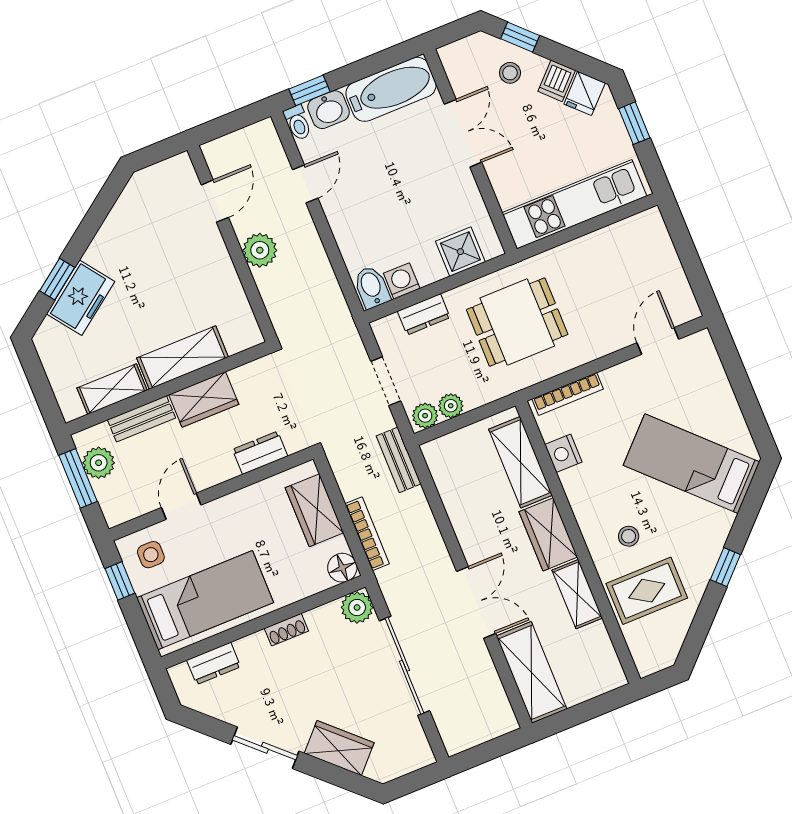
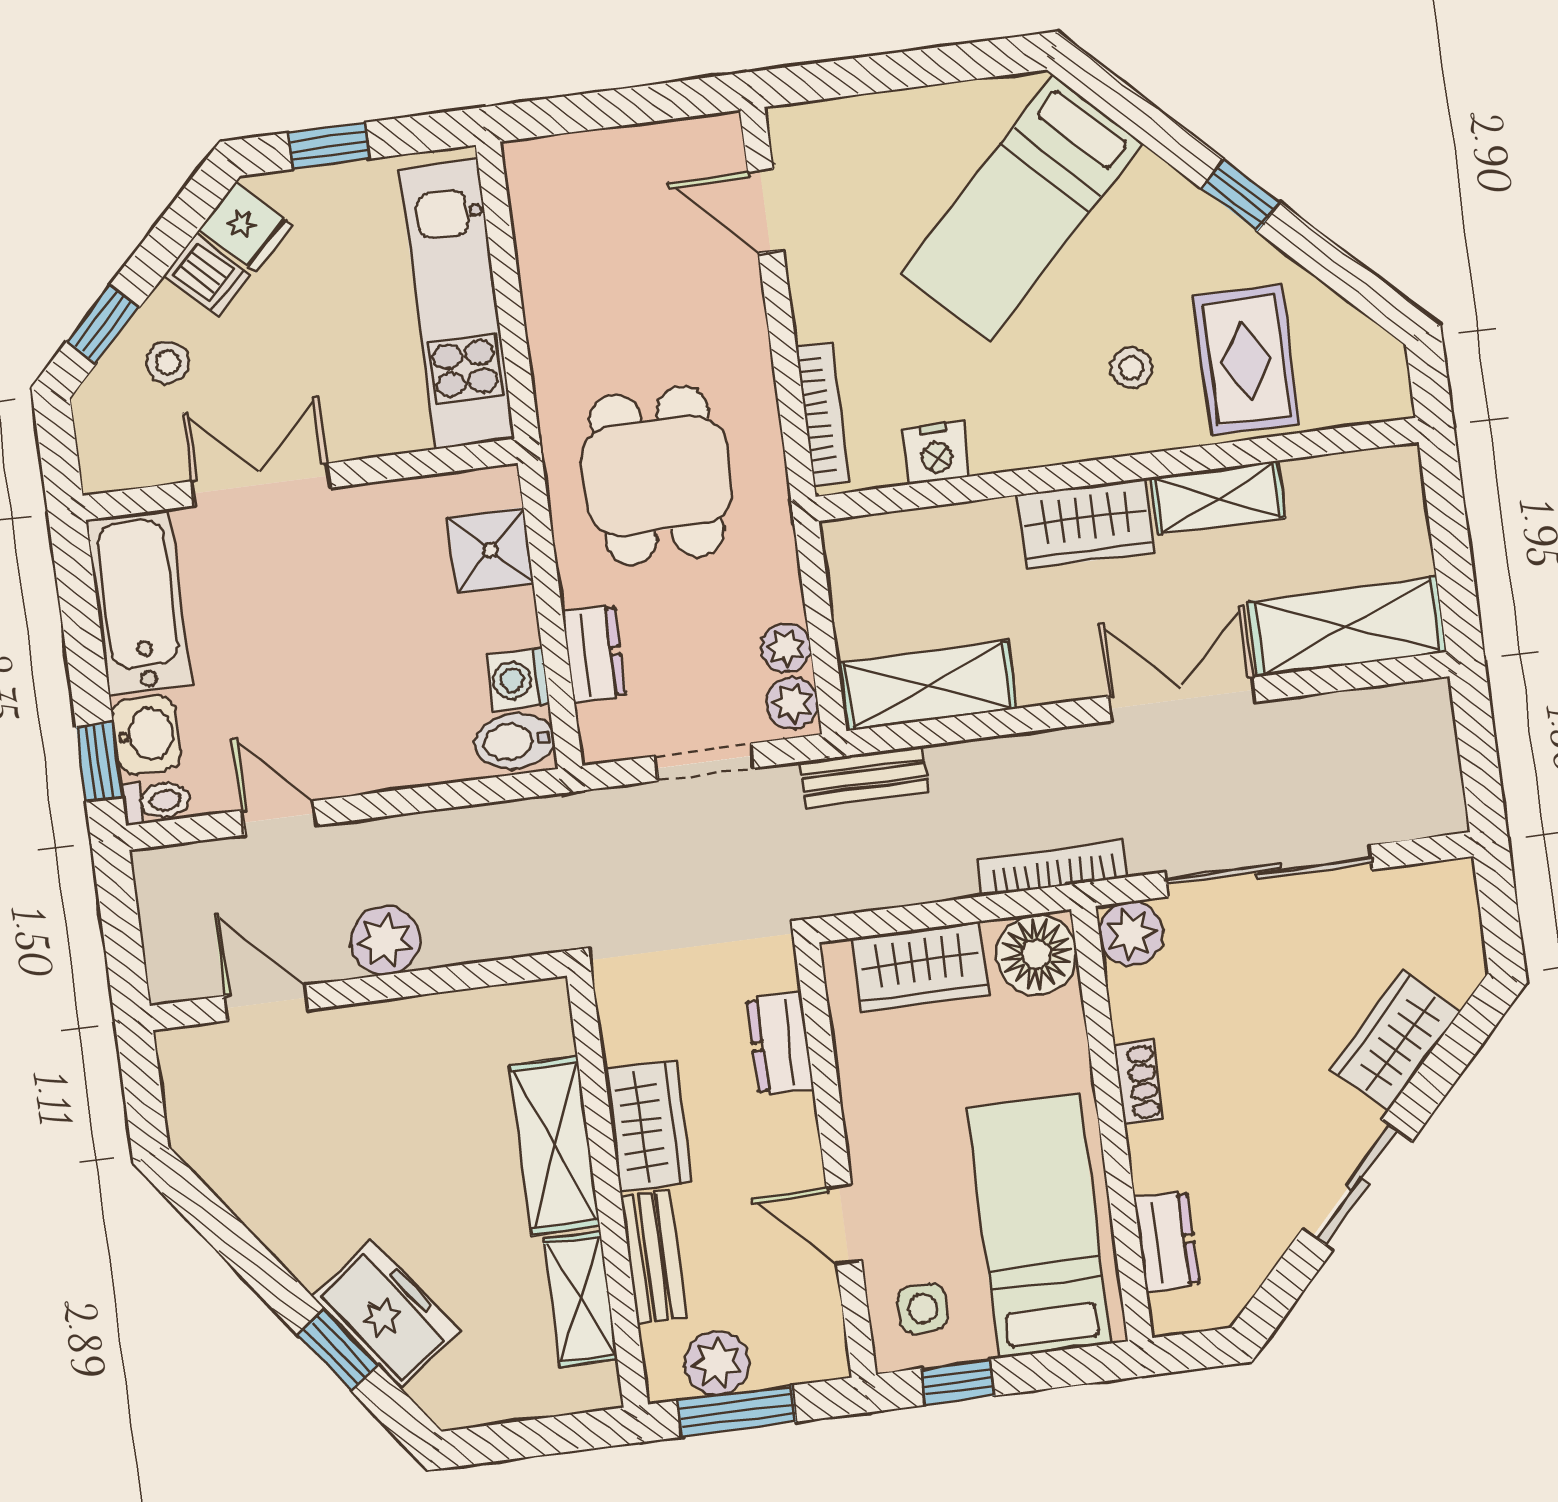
shelving: (520, 462) -> (927, 686), moved
bookcase: (367, 534) -> (1053, 868), moved
floor lamp: (342, 568) -> (1037, 954), width x1.38, depth x1.38

